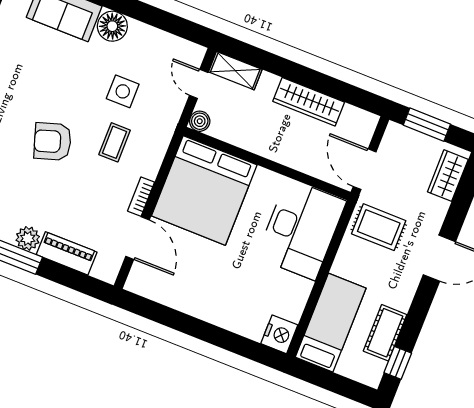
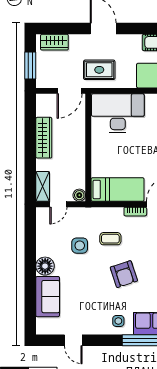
bed: (204, 190) -> (118, 189), width x0.49
rug: (379, 227) -> (99, 70), turned 90

